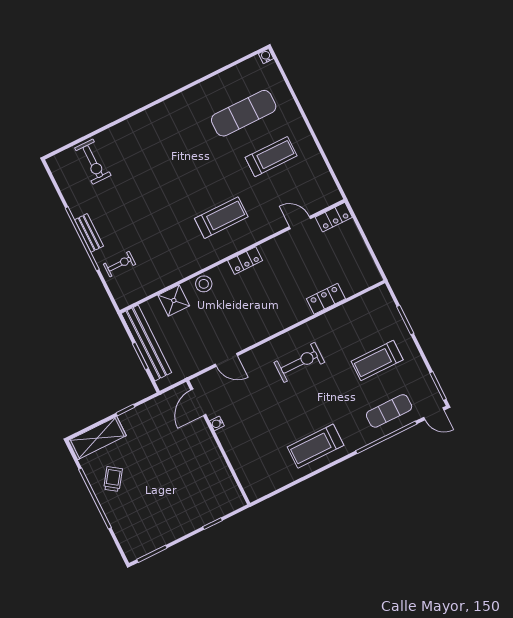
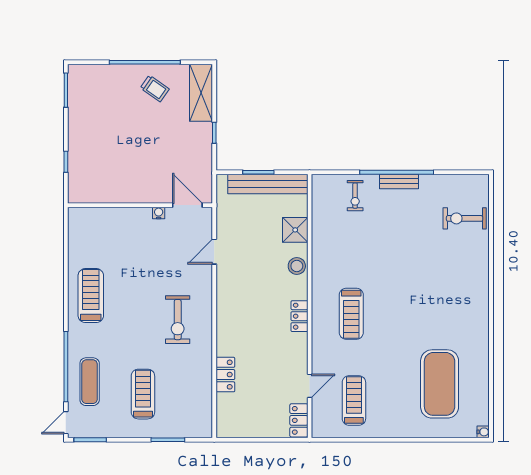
exercise mat: (244, 113) -> (440, 384), width x1.47
treadmill: (271, 157) -> (354, 400), moved, turned 180

